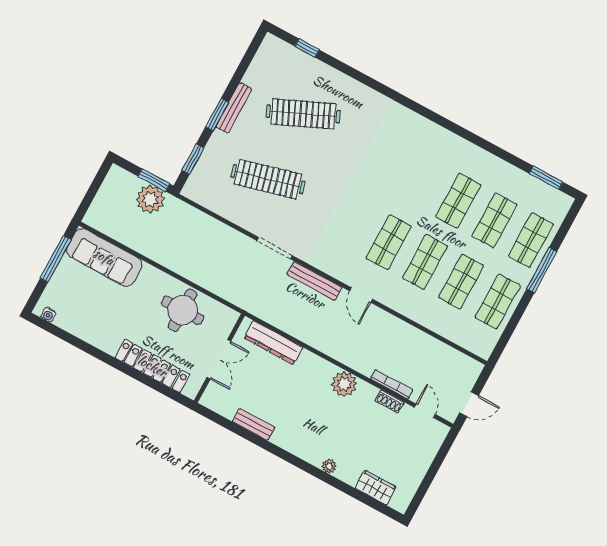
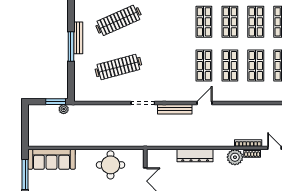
window: (217, 115) -> (71, 47), width x1.44
window: (193, 159) -> (71, 78), removed
shop shelf: (422, 181) -> (204, 22), added
plant: (150, 199) -> (64, 109), width x0.53, depth x0.53
door: (361, 295) -> (205, 103), swing flipped
dresser: (273, 343) -> (195, 156), moved
plant: (344, 384) -> (235, 157), moved

